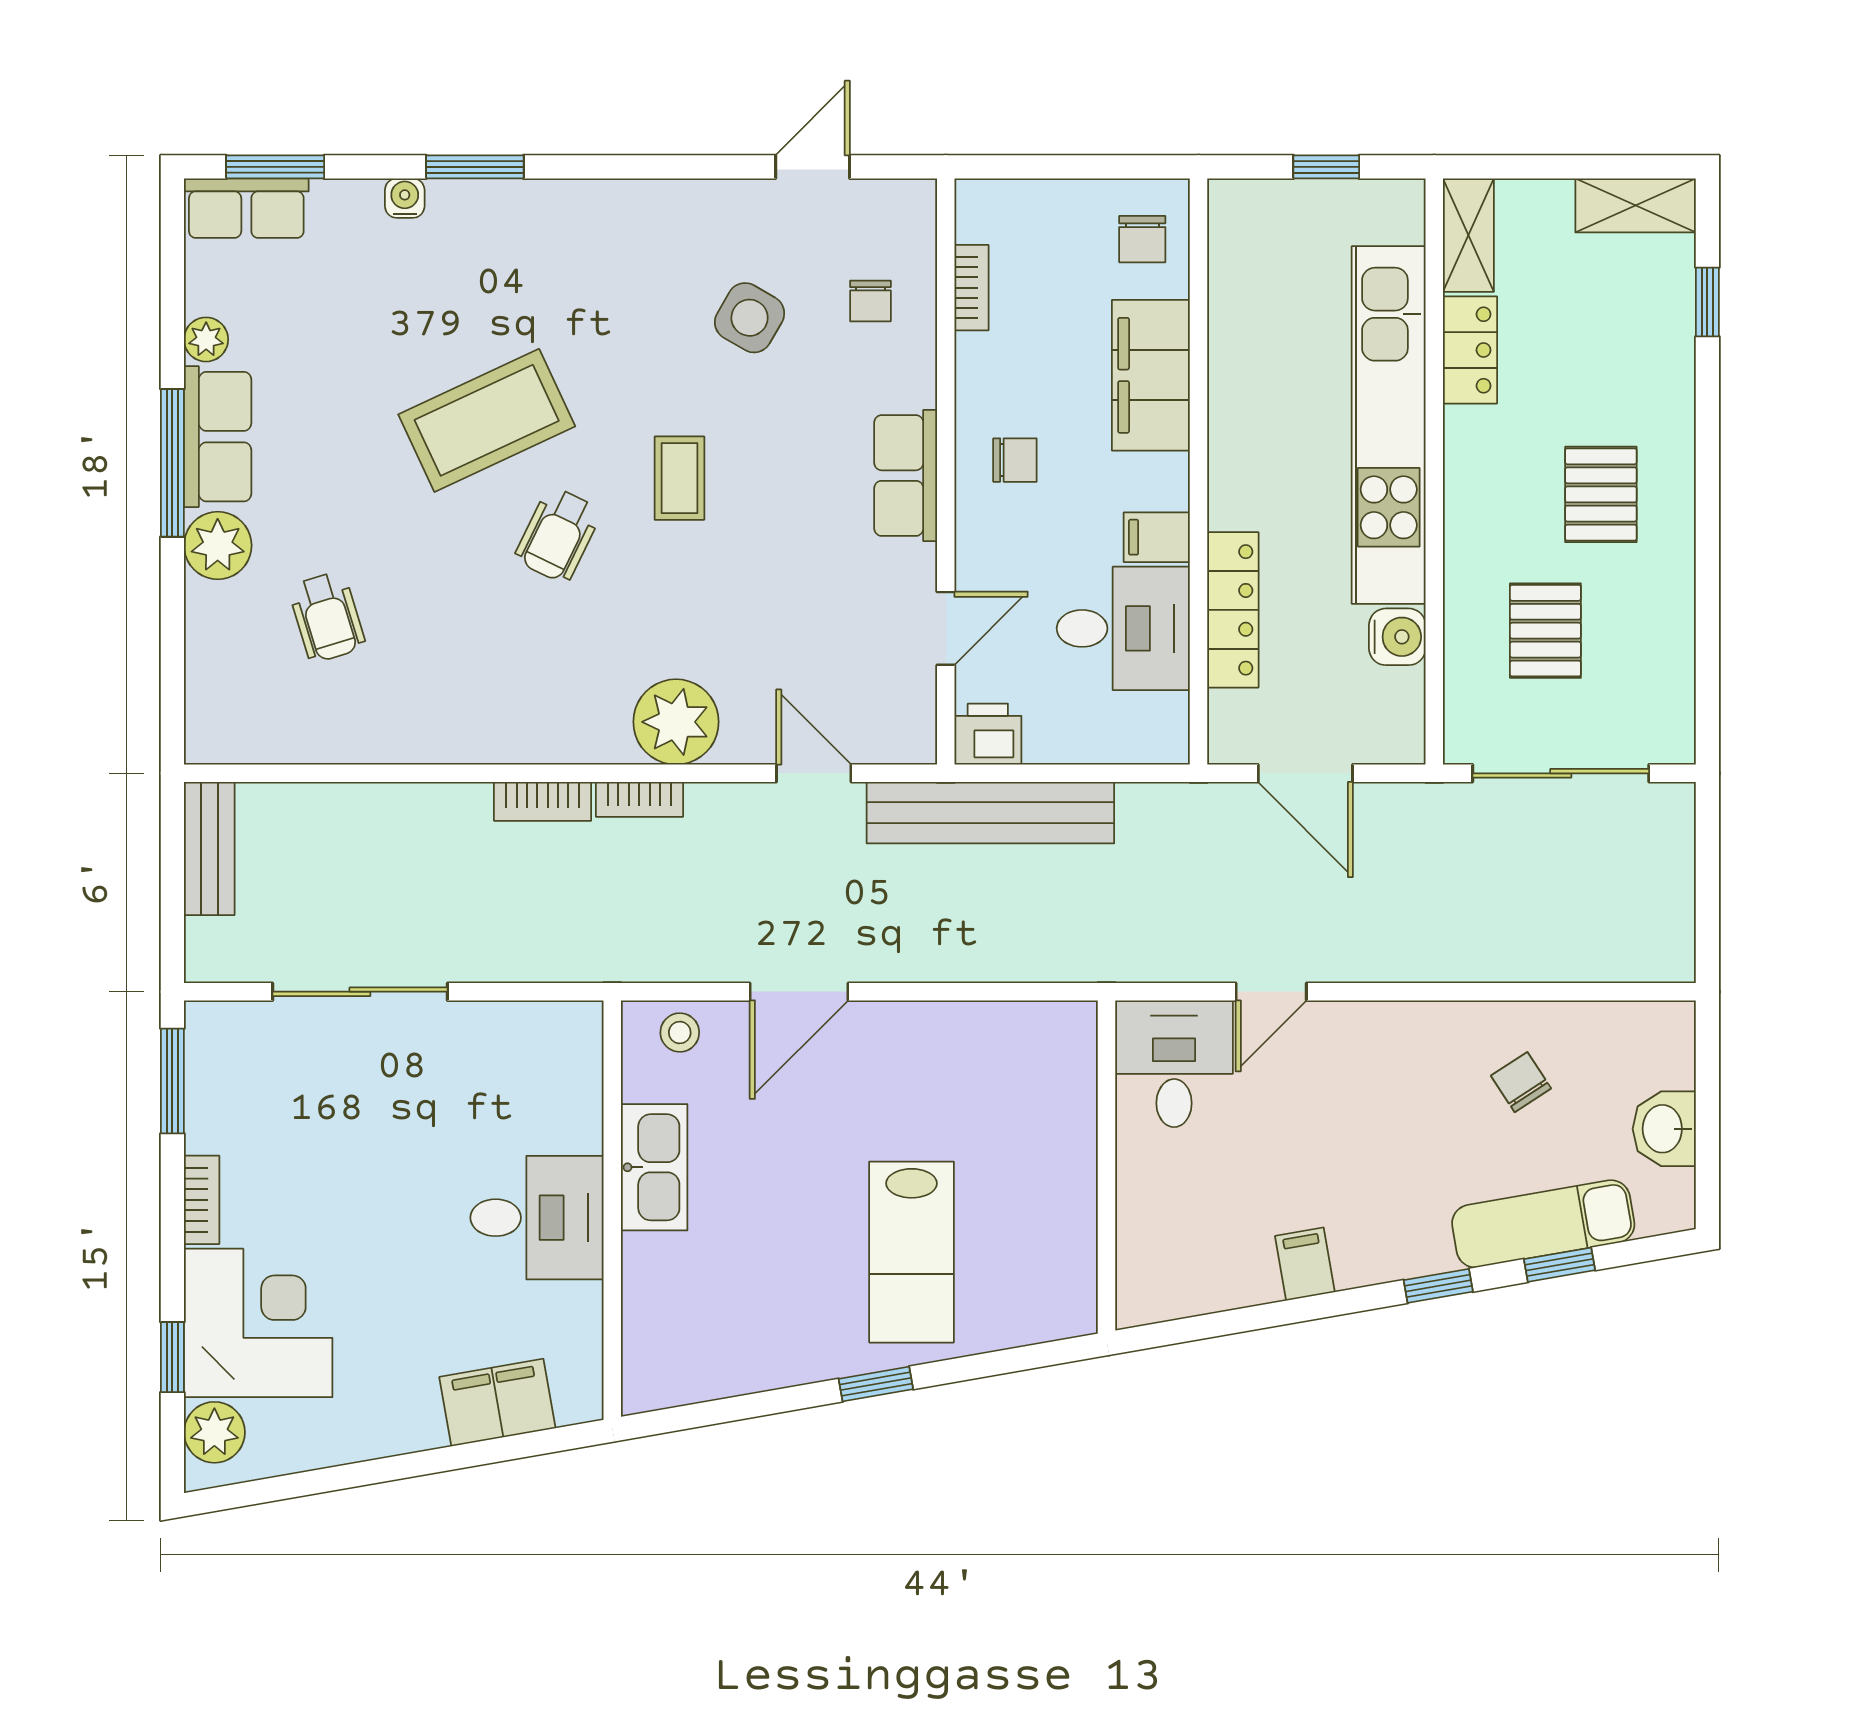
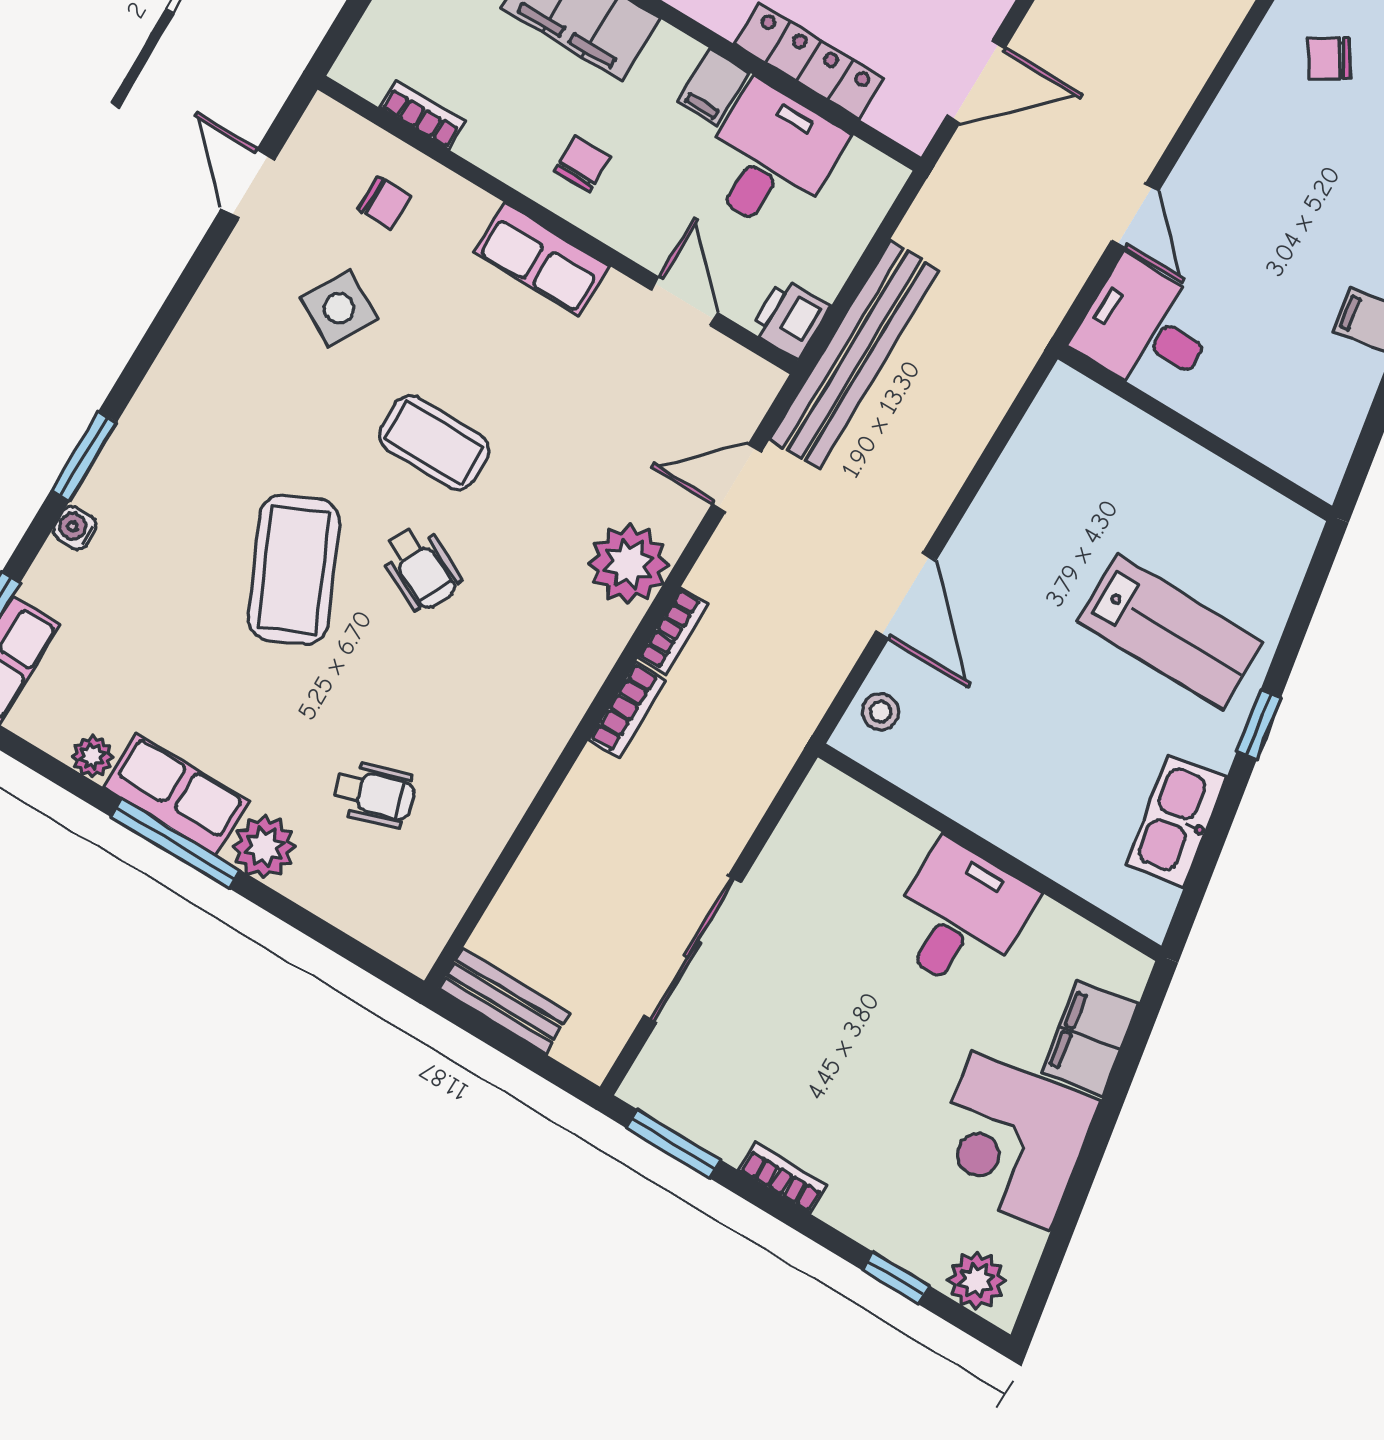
coffee table: (679, 478) -> (434, 443), width x1.36, depth x1.30
kitchen sink: (654, 1167) -> (1176, 821), moved, turned -100
corner desk: (258, 1323) -> (1011, 1141), moved, turned -100

